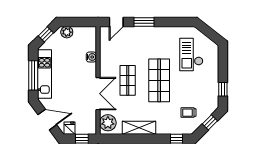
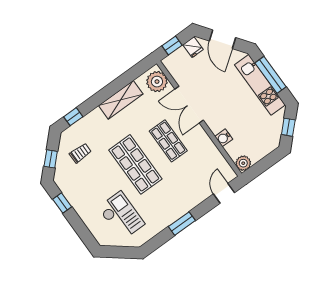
window: (144, 22) -> (182, 224), moved
plant: (67, 32) -> (243, 163), moved
door: (47, 120) -> (222, 39), hinge flipped

